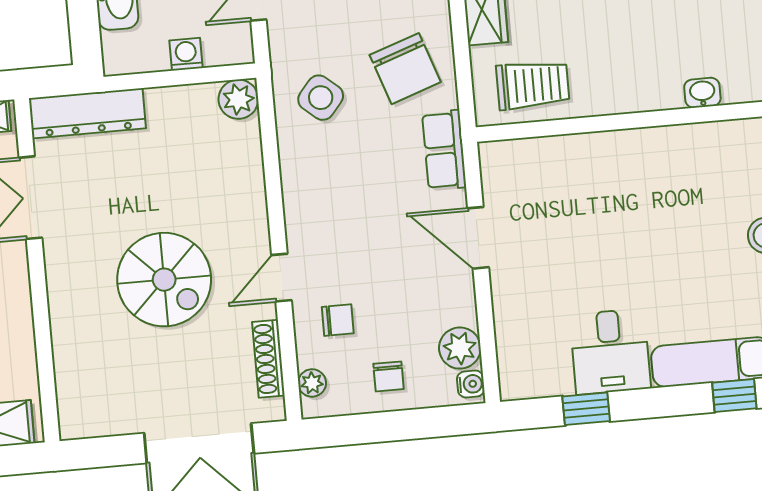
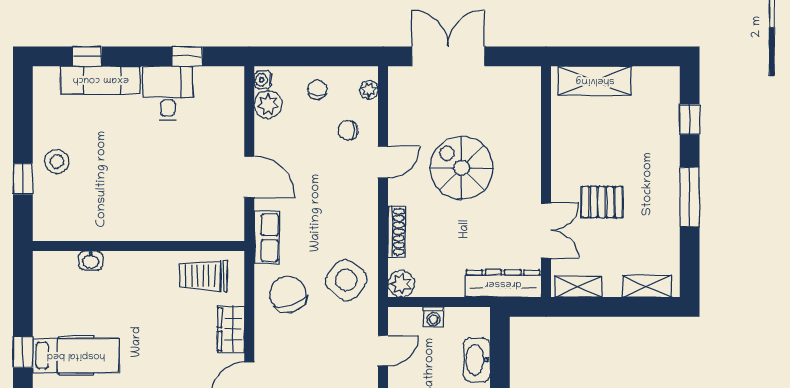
side table: (321, 98) -> (346, 280), width x1.37, depth x1.37
shoe rack: (268, 359) -> (397, 232), moved

